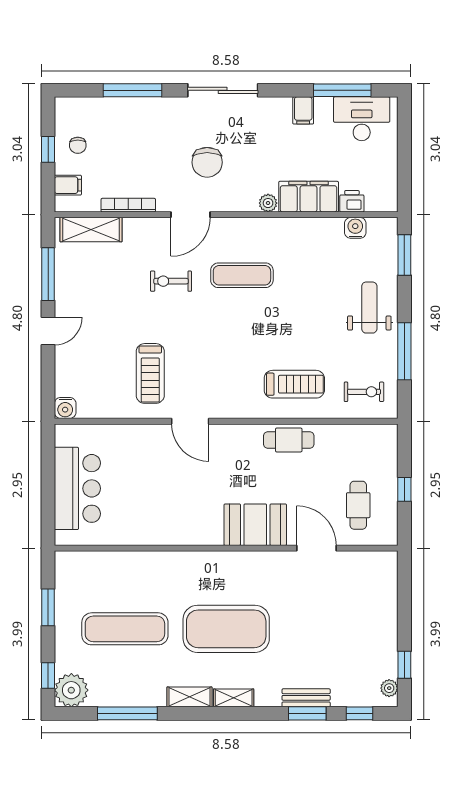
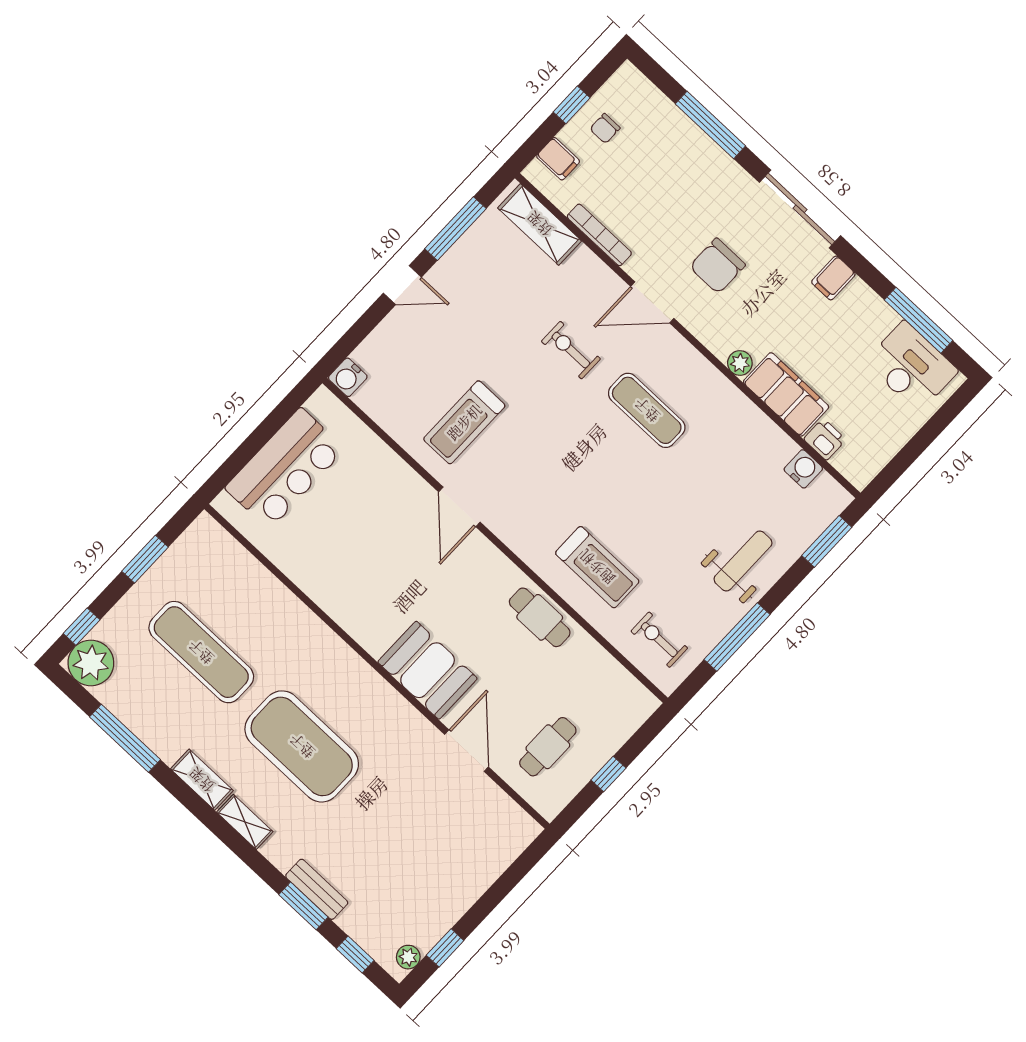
filing cabinet: (303, 110) -> (833, 278), moved
exercise bike: (364, 392) -> (659, 640), turned 180

